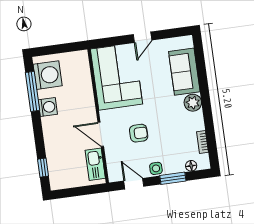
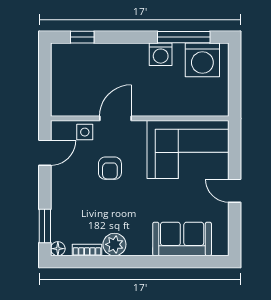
plant: (193, 103) -> (114, 244), moved
kitchen sink: (95, 164) -> (77, 106), removed
floor lamp: (191, 166) -> (58, 249), moved
side table: (156, 168) -> (85, 132), moved
window: (173, 178) -> (45, 226), moved

